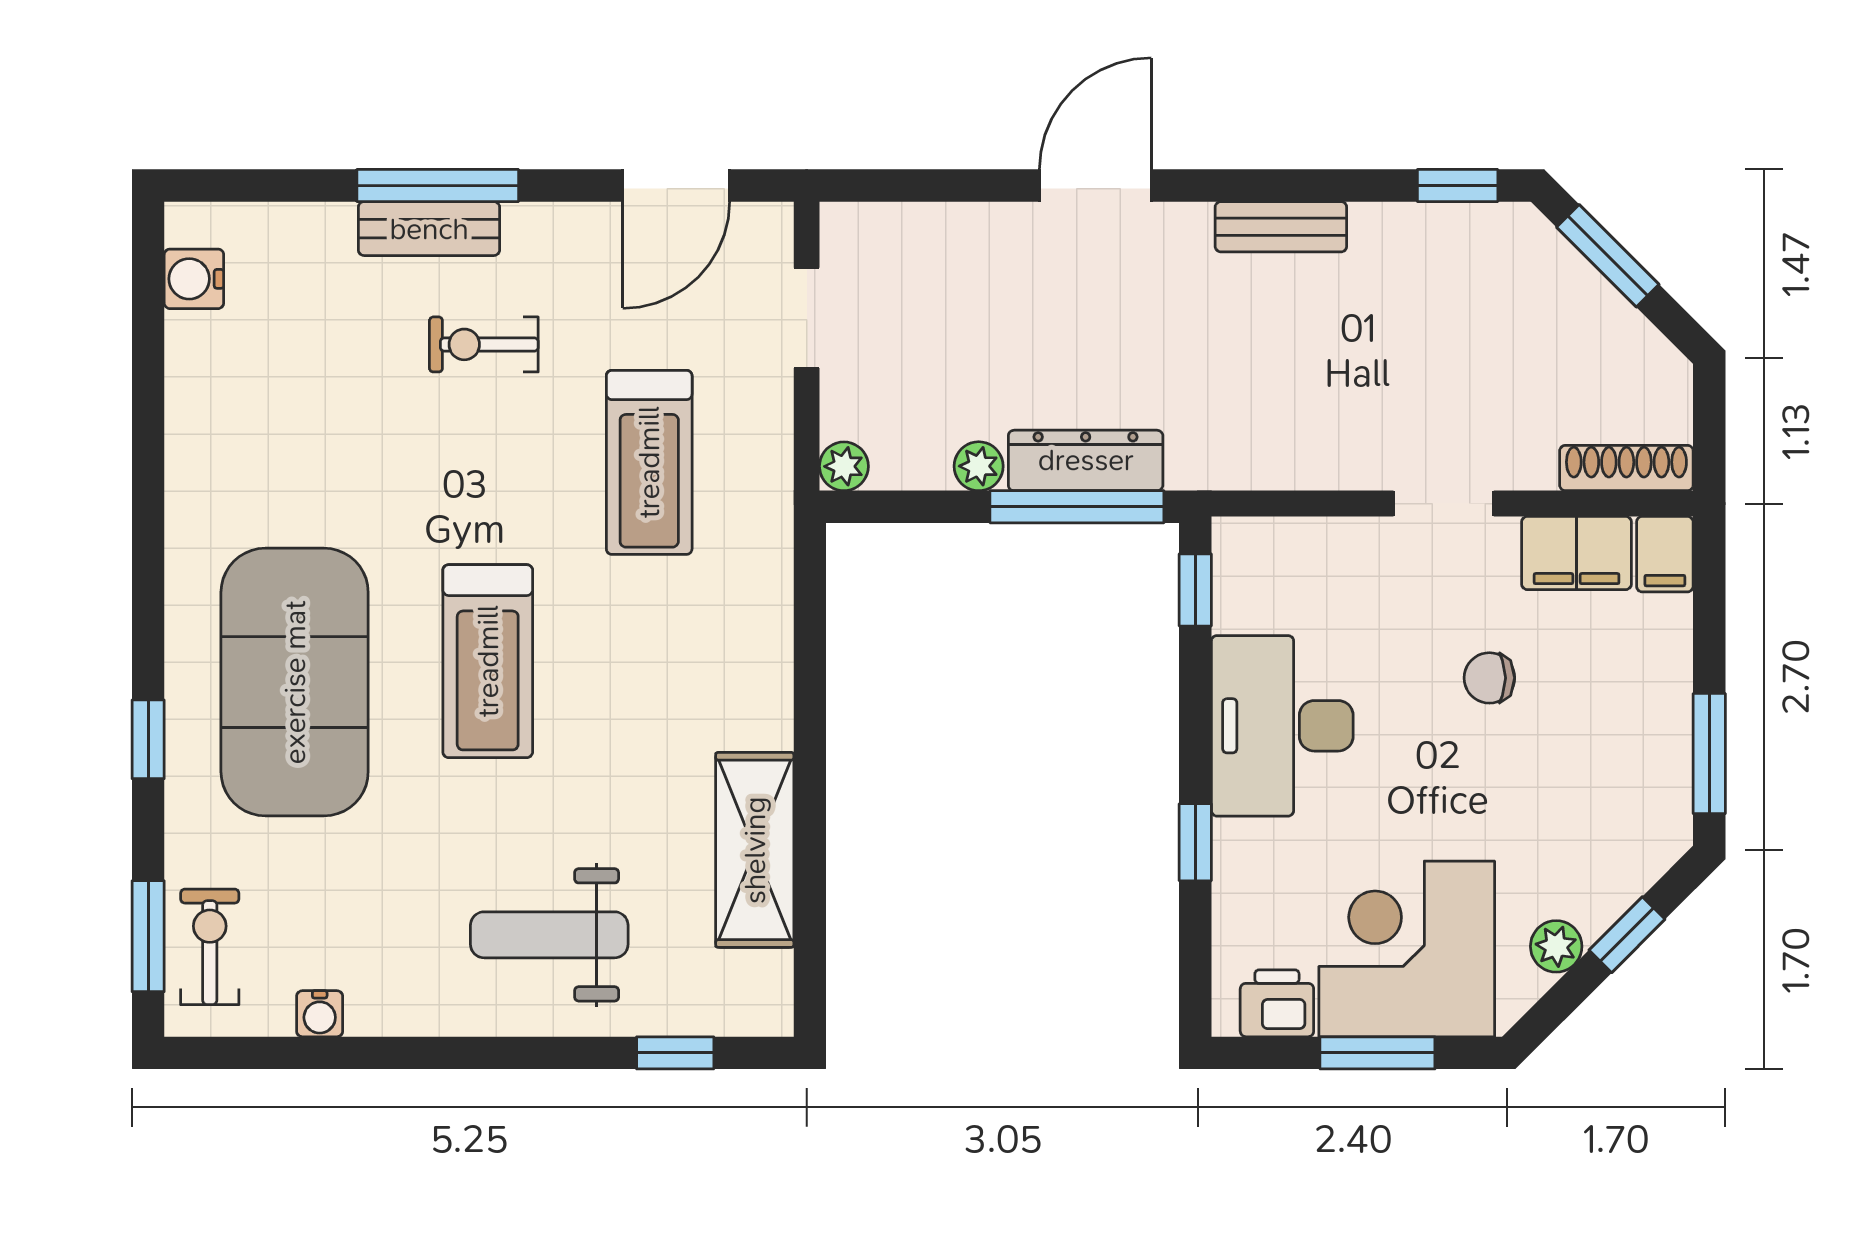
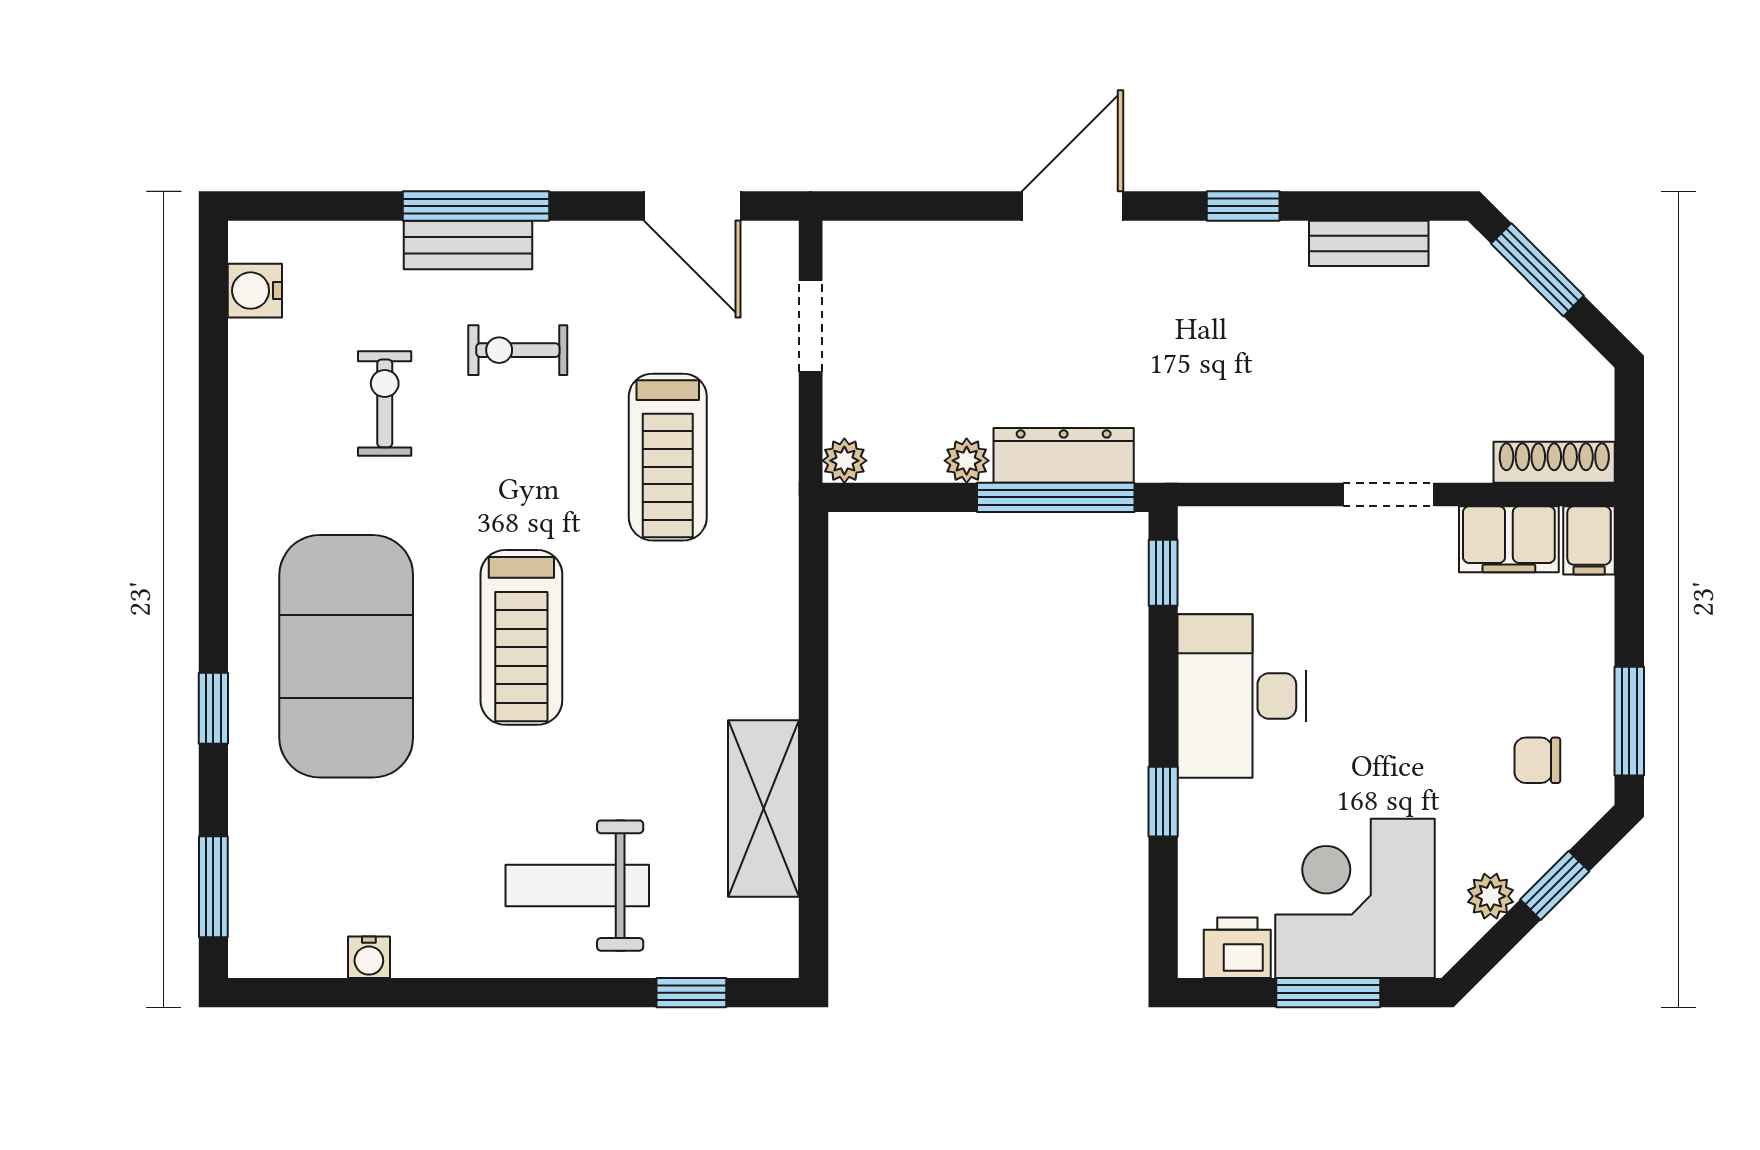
door: (676, 186) -> (692, 206), hinge flipped
window: (1458, 186) -> (1243, 206), moved
bench: (1281, 227) -> (1369, 243), moved
chair: (1489, 678) -> (1537, 760), moved
exercise bike: (210, 947) -> (385, 403), moved

